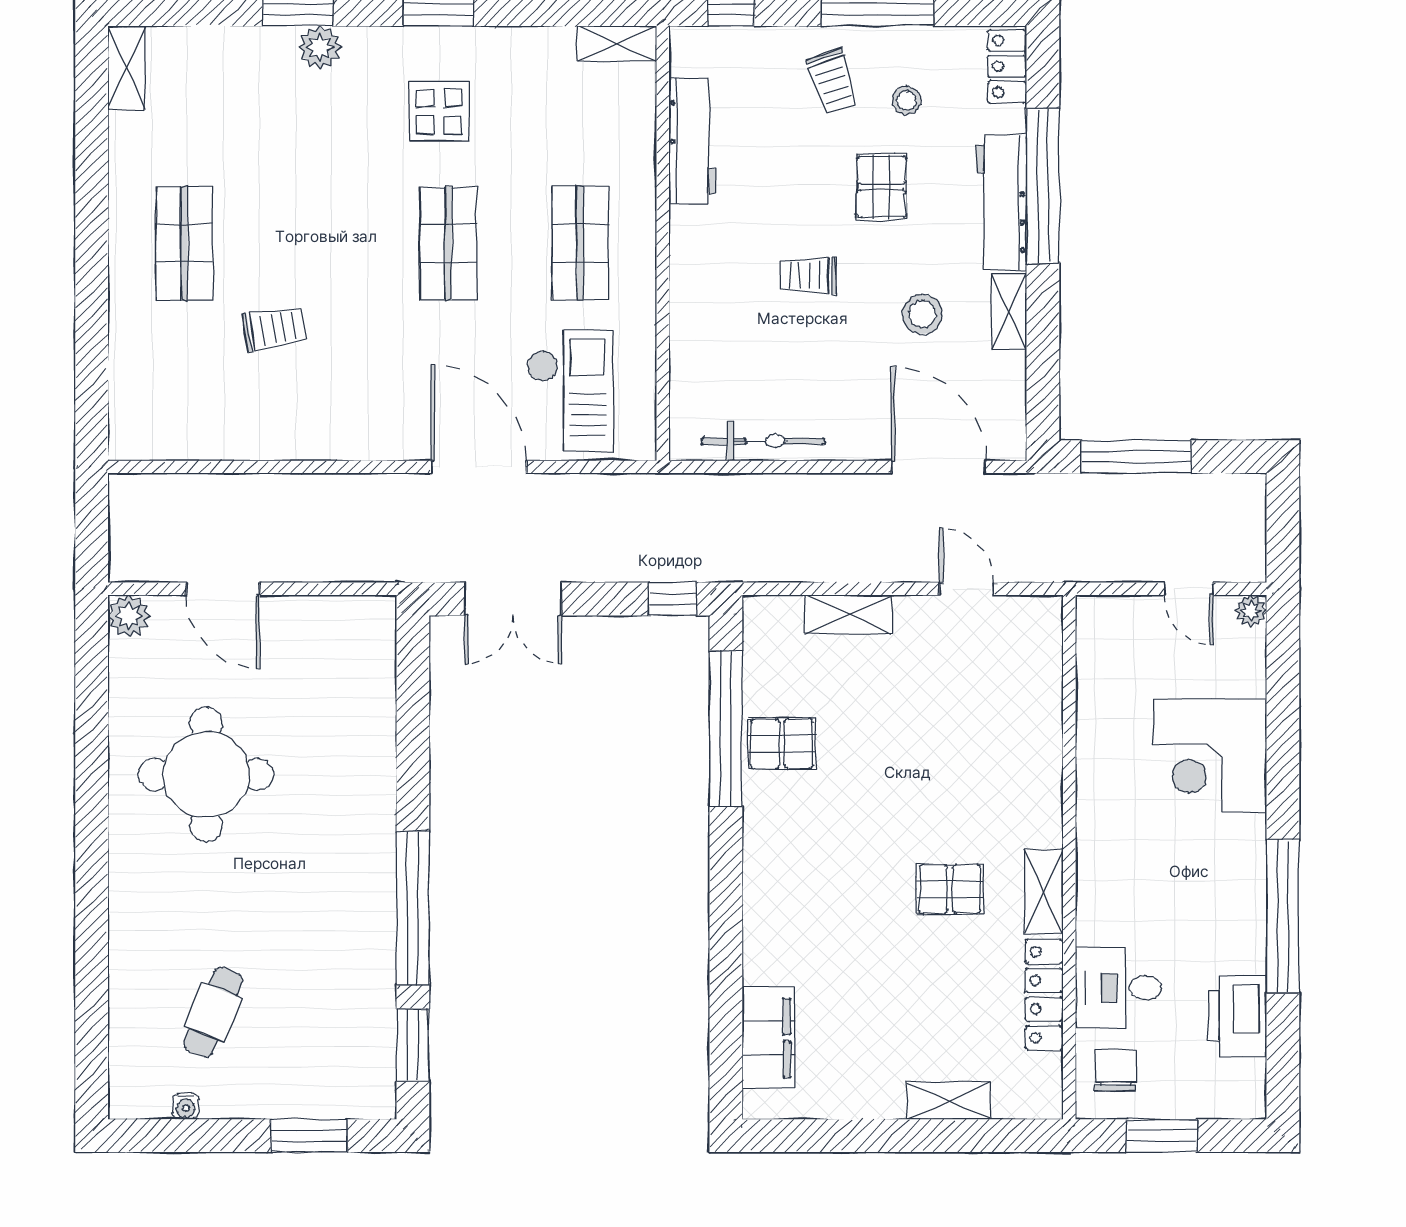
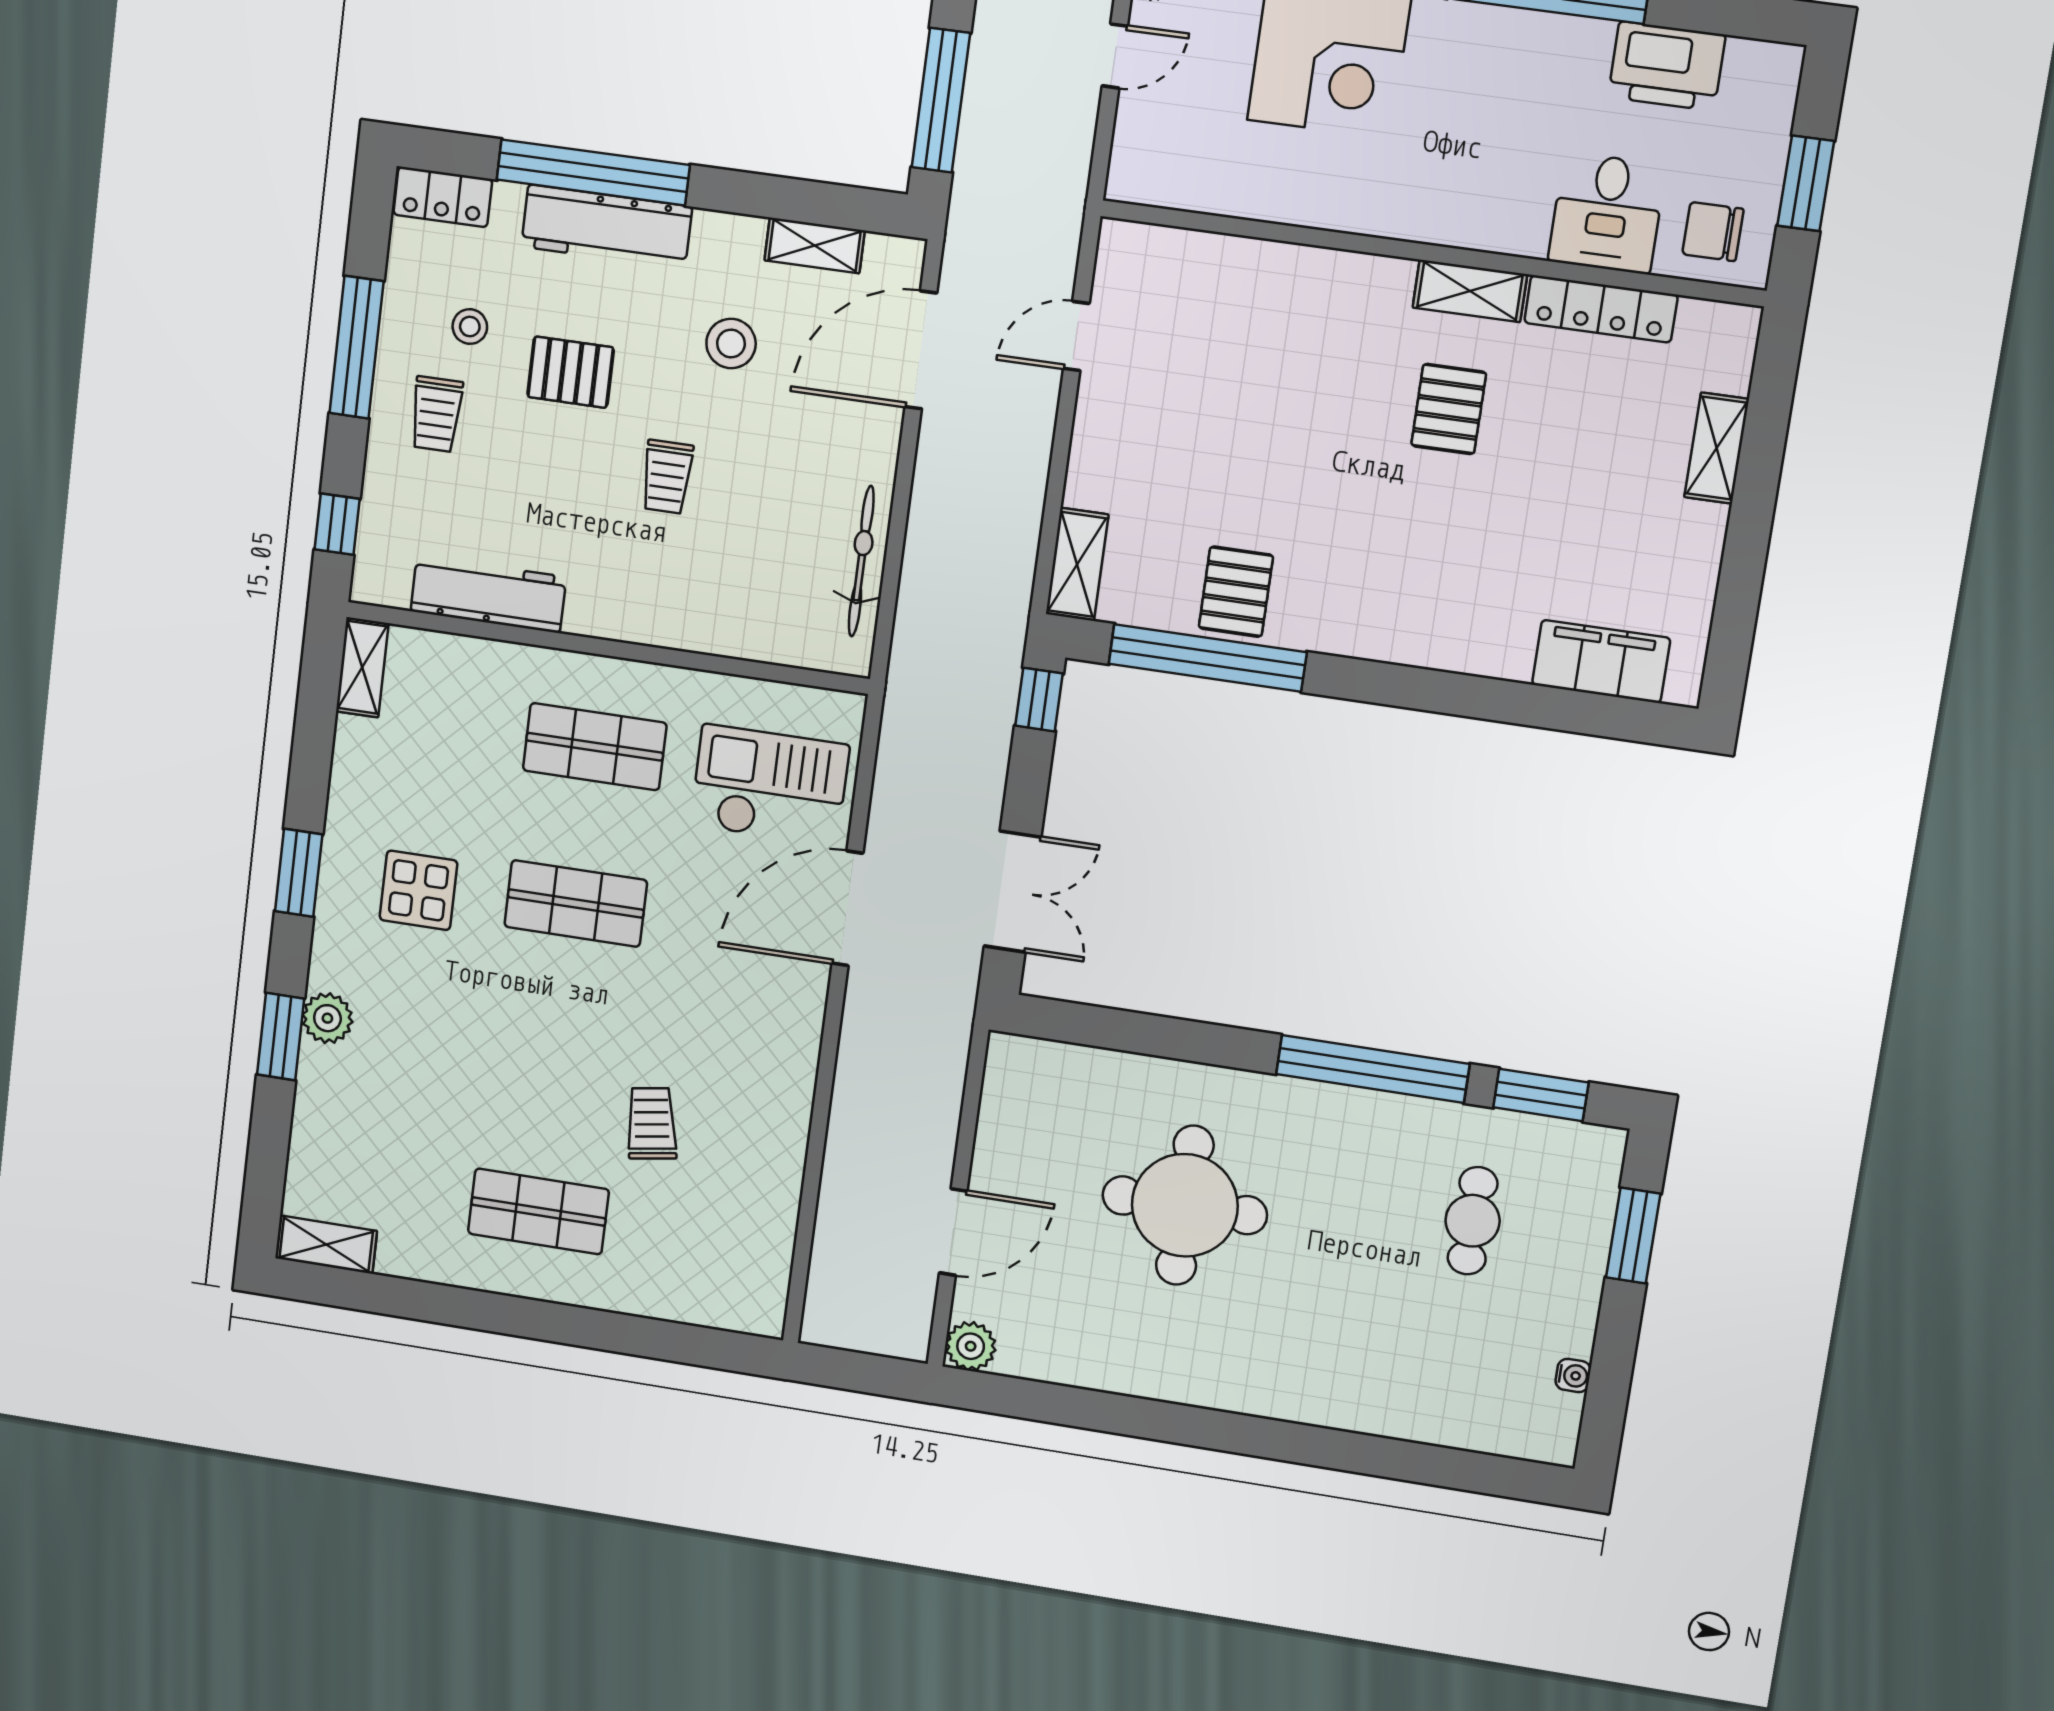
trolley: (832, 81) -> (436, 414), turned 108
shelving: (1009, 311) -> (815, 245), moved
shelving: (848, 614) -> (1077, 564), moved
round table: (206, 775) -> (1185, 1205), moved
cafe table: (213, 1012) -> (1473, 1221), moved, turned 67

